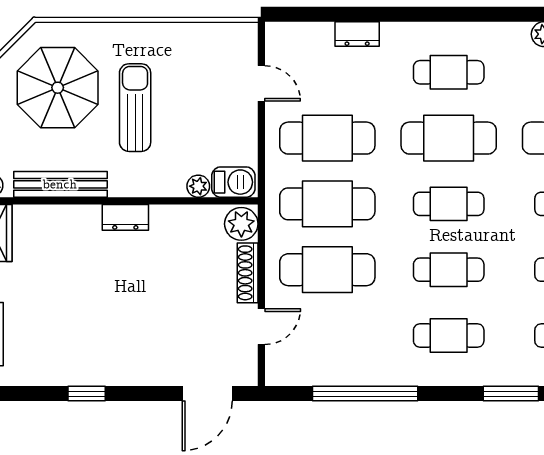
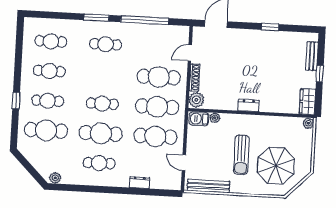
bench: (60, 184) -> (208, 186), moved
cafe table: (449, 270) -> (104, 74), removed
window: (511, 394) -> (96, 18), moved

